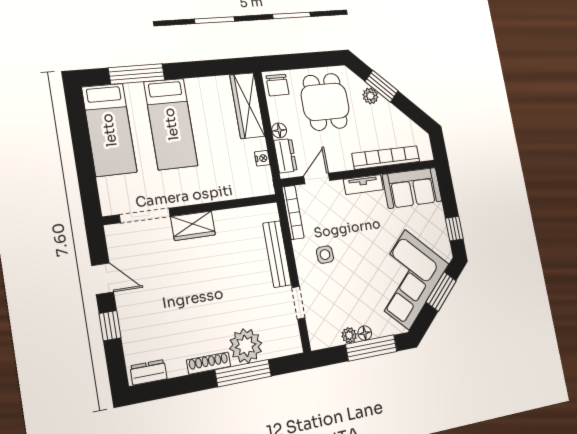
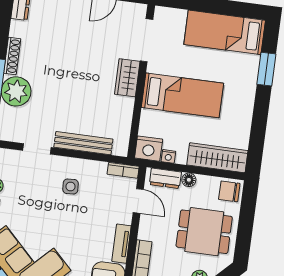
window: (137, 74) -> (266, 69), width x0.69
bed: (171, 124) -> (182, 95), moved, turned 180
nightstand: (261, 182) -> (149, 149), added
bookcase: (293, 212) -> (123, 170), width x0.64

